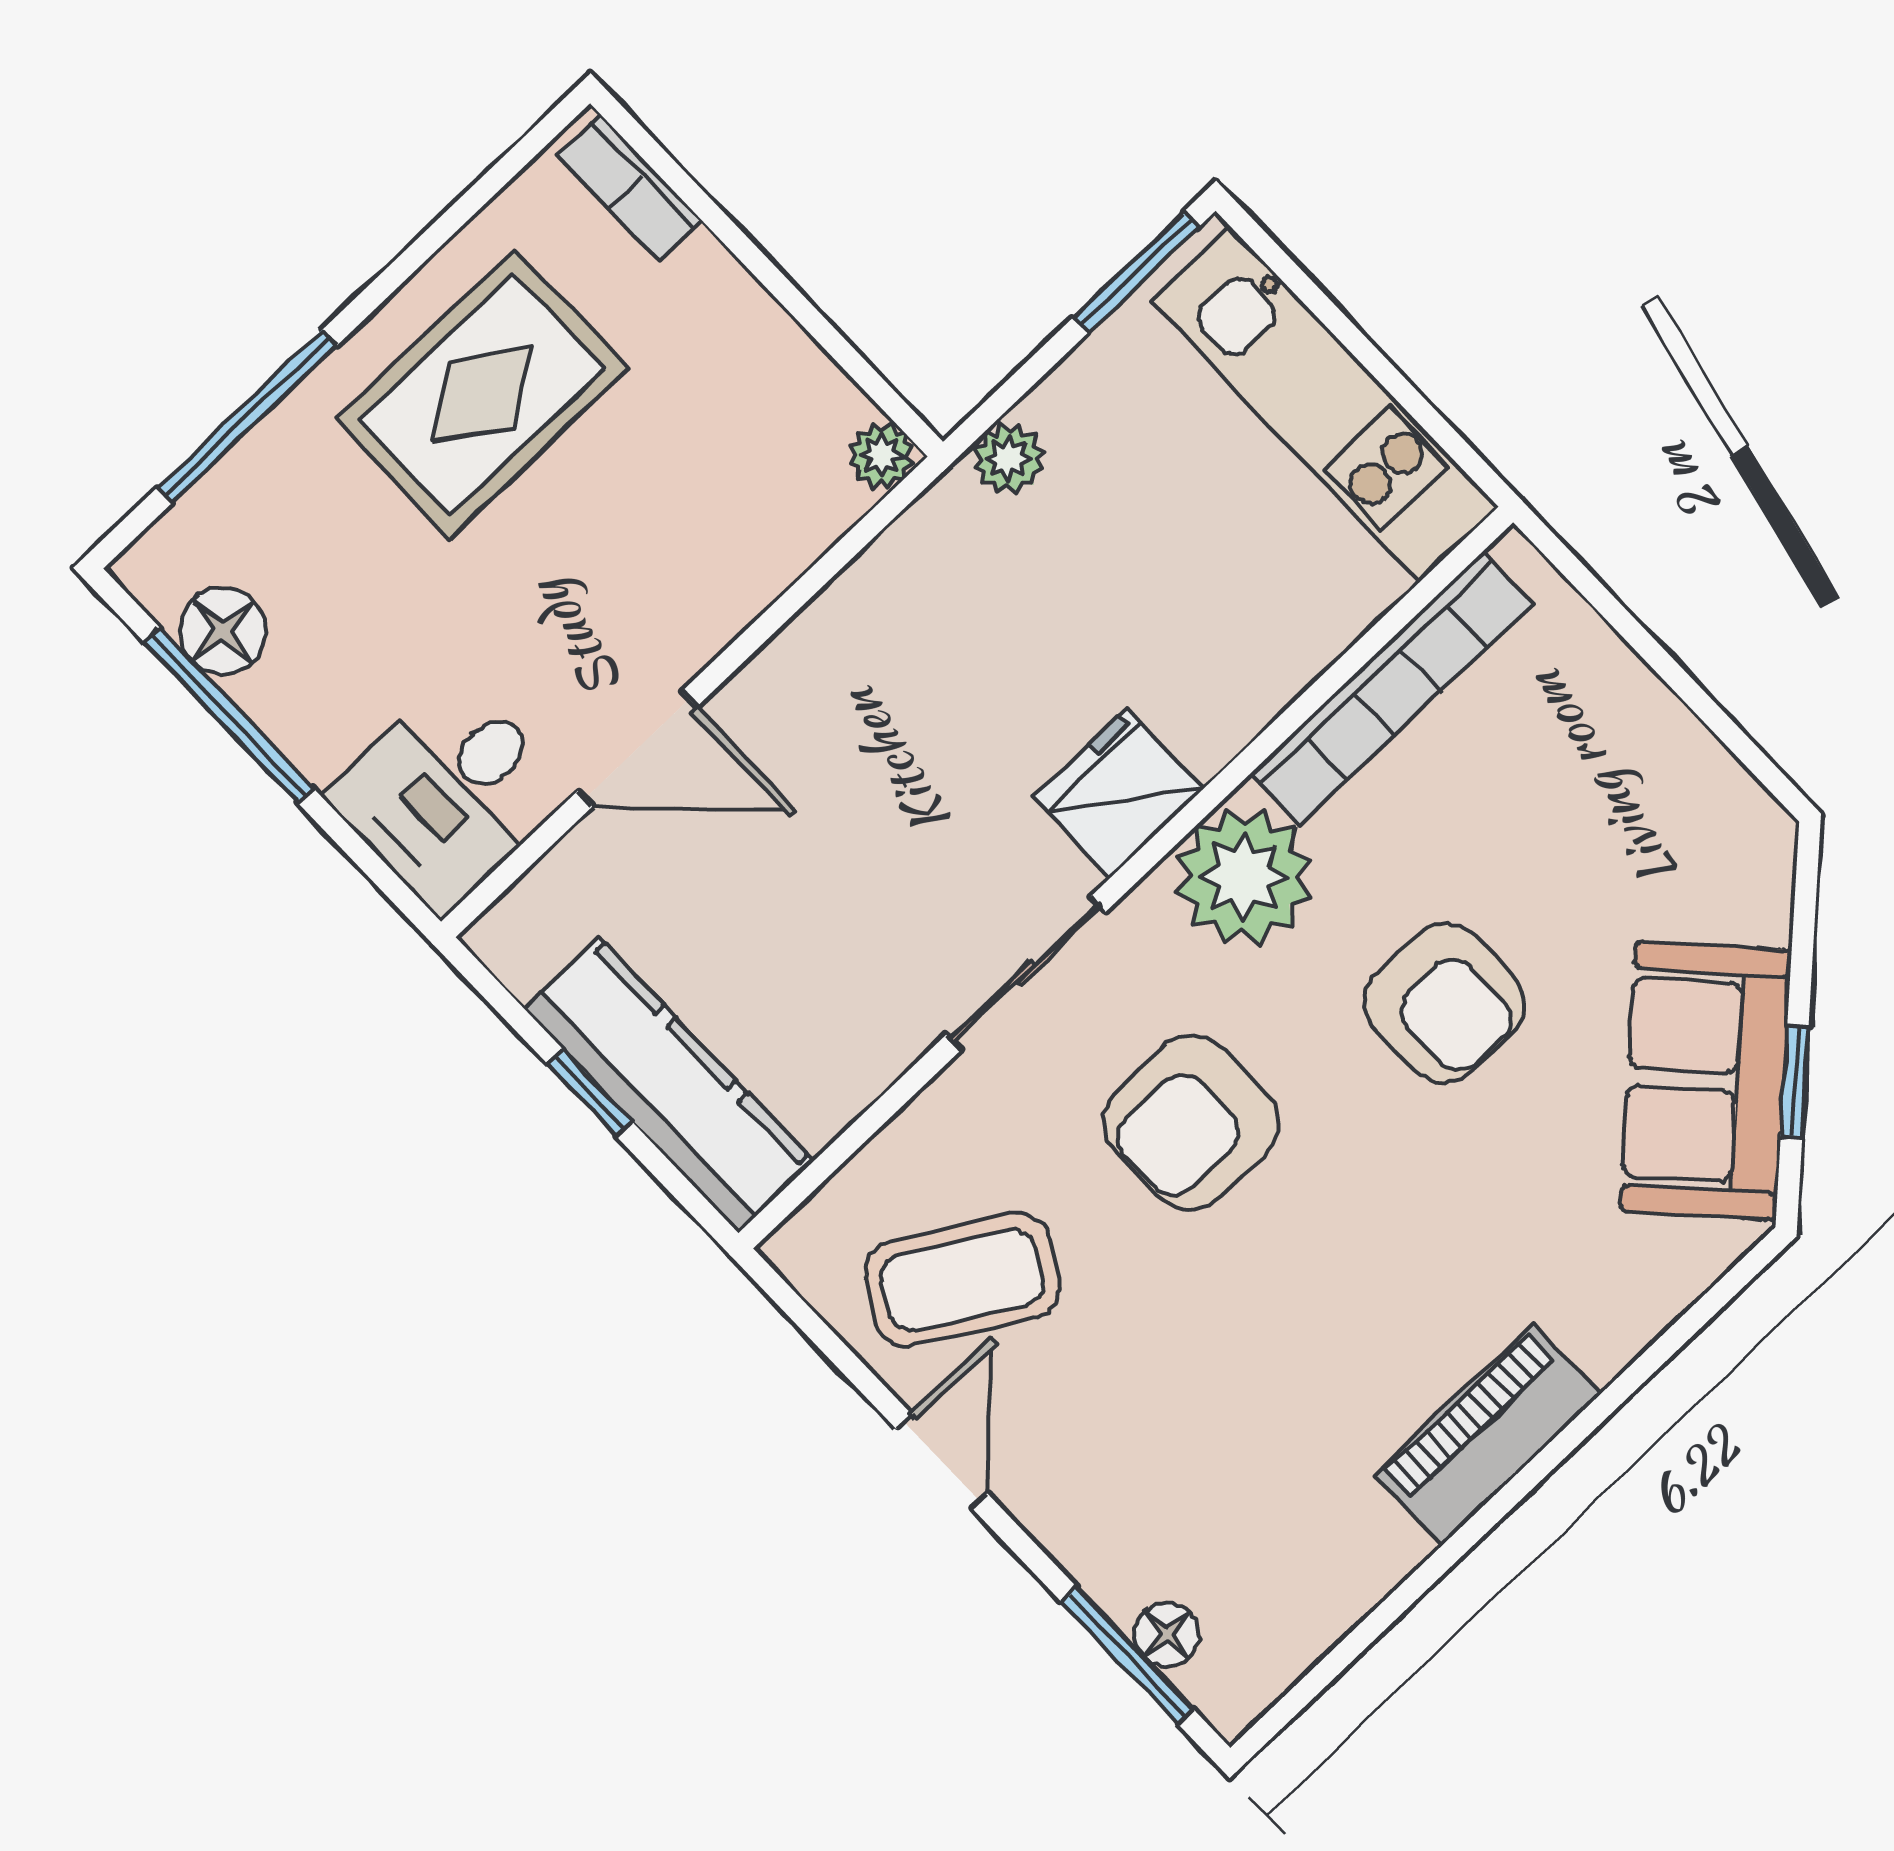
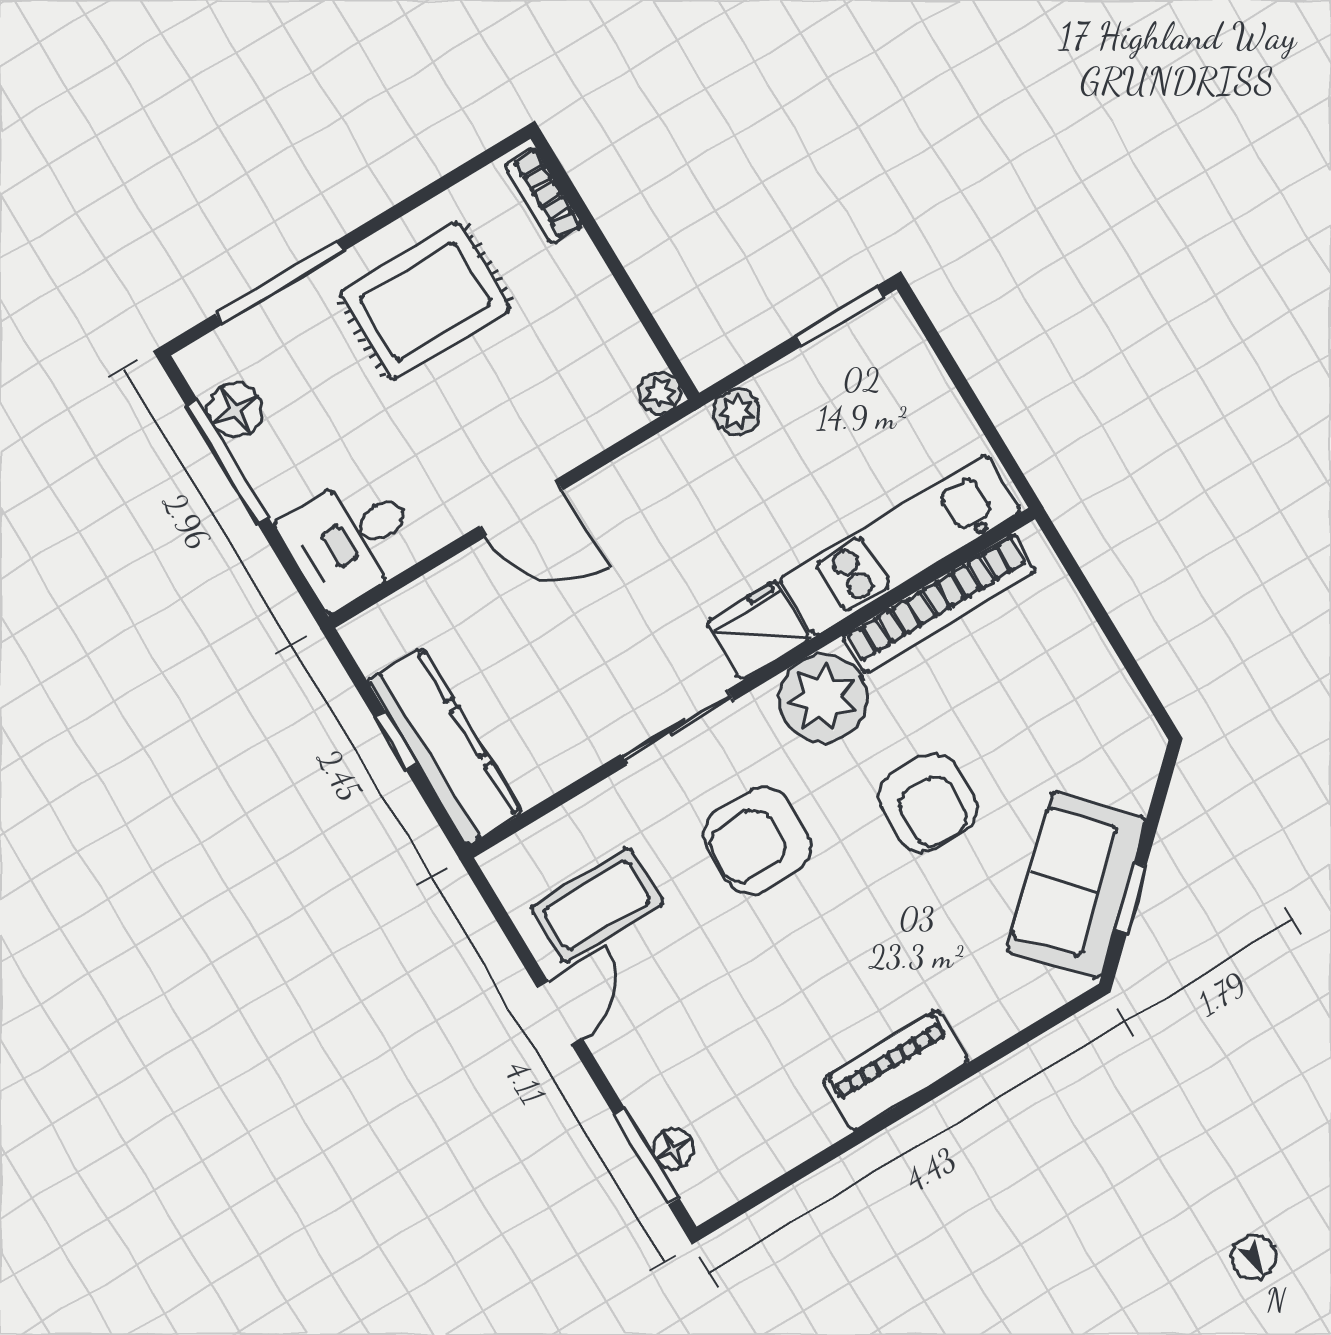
kitchen unit: (1325, 404) -> (901, 545), moved, turned 90
door: (637, 749) -> (521, 508), moved
coffee table: (962, 1280) -> (597, 905), turned -31

